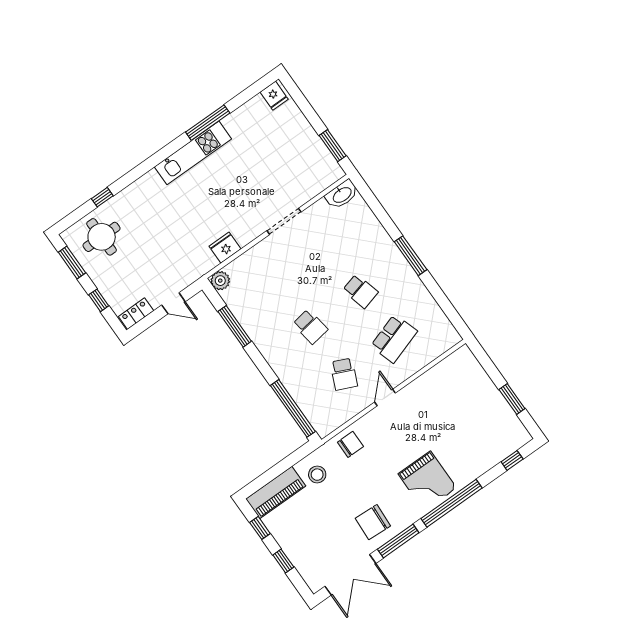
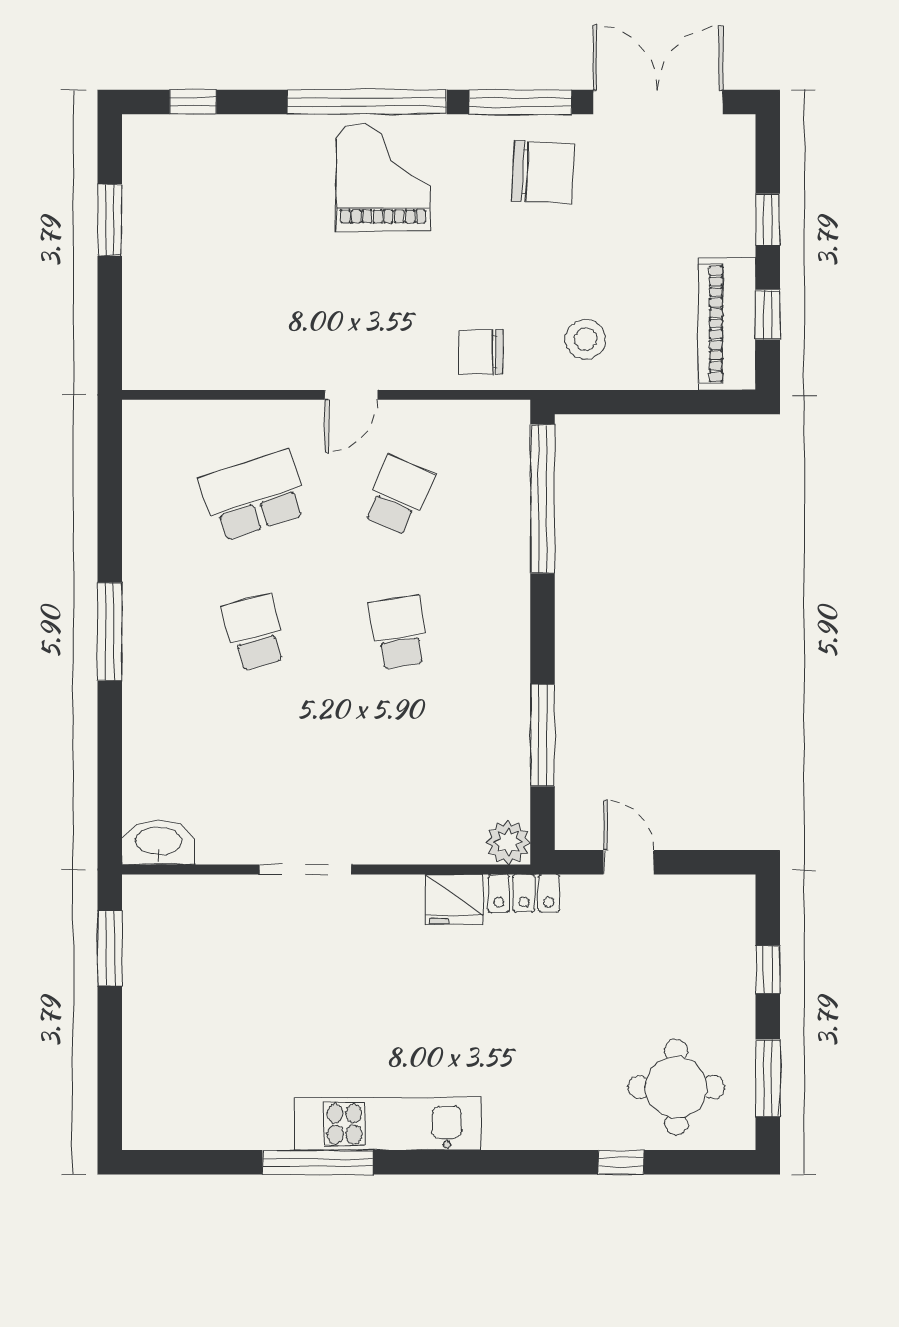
fridge: (274, 96) -> (154, 1124), removed
locker: (136, 314) -> (524, 893), moved
piano: (276, 492) -> (727, 324), moved, turned -90

